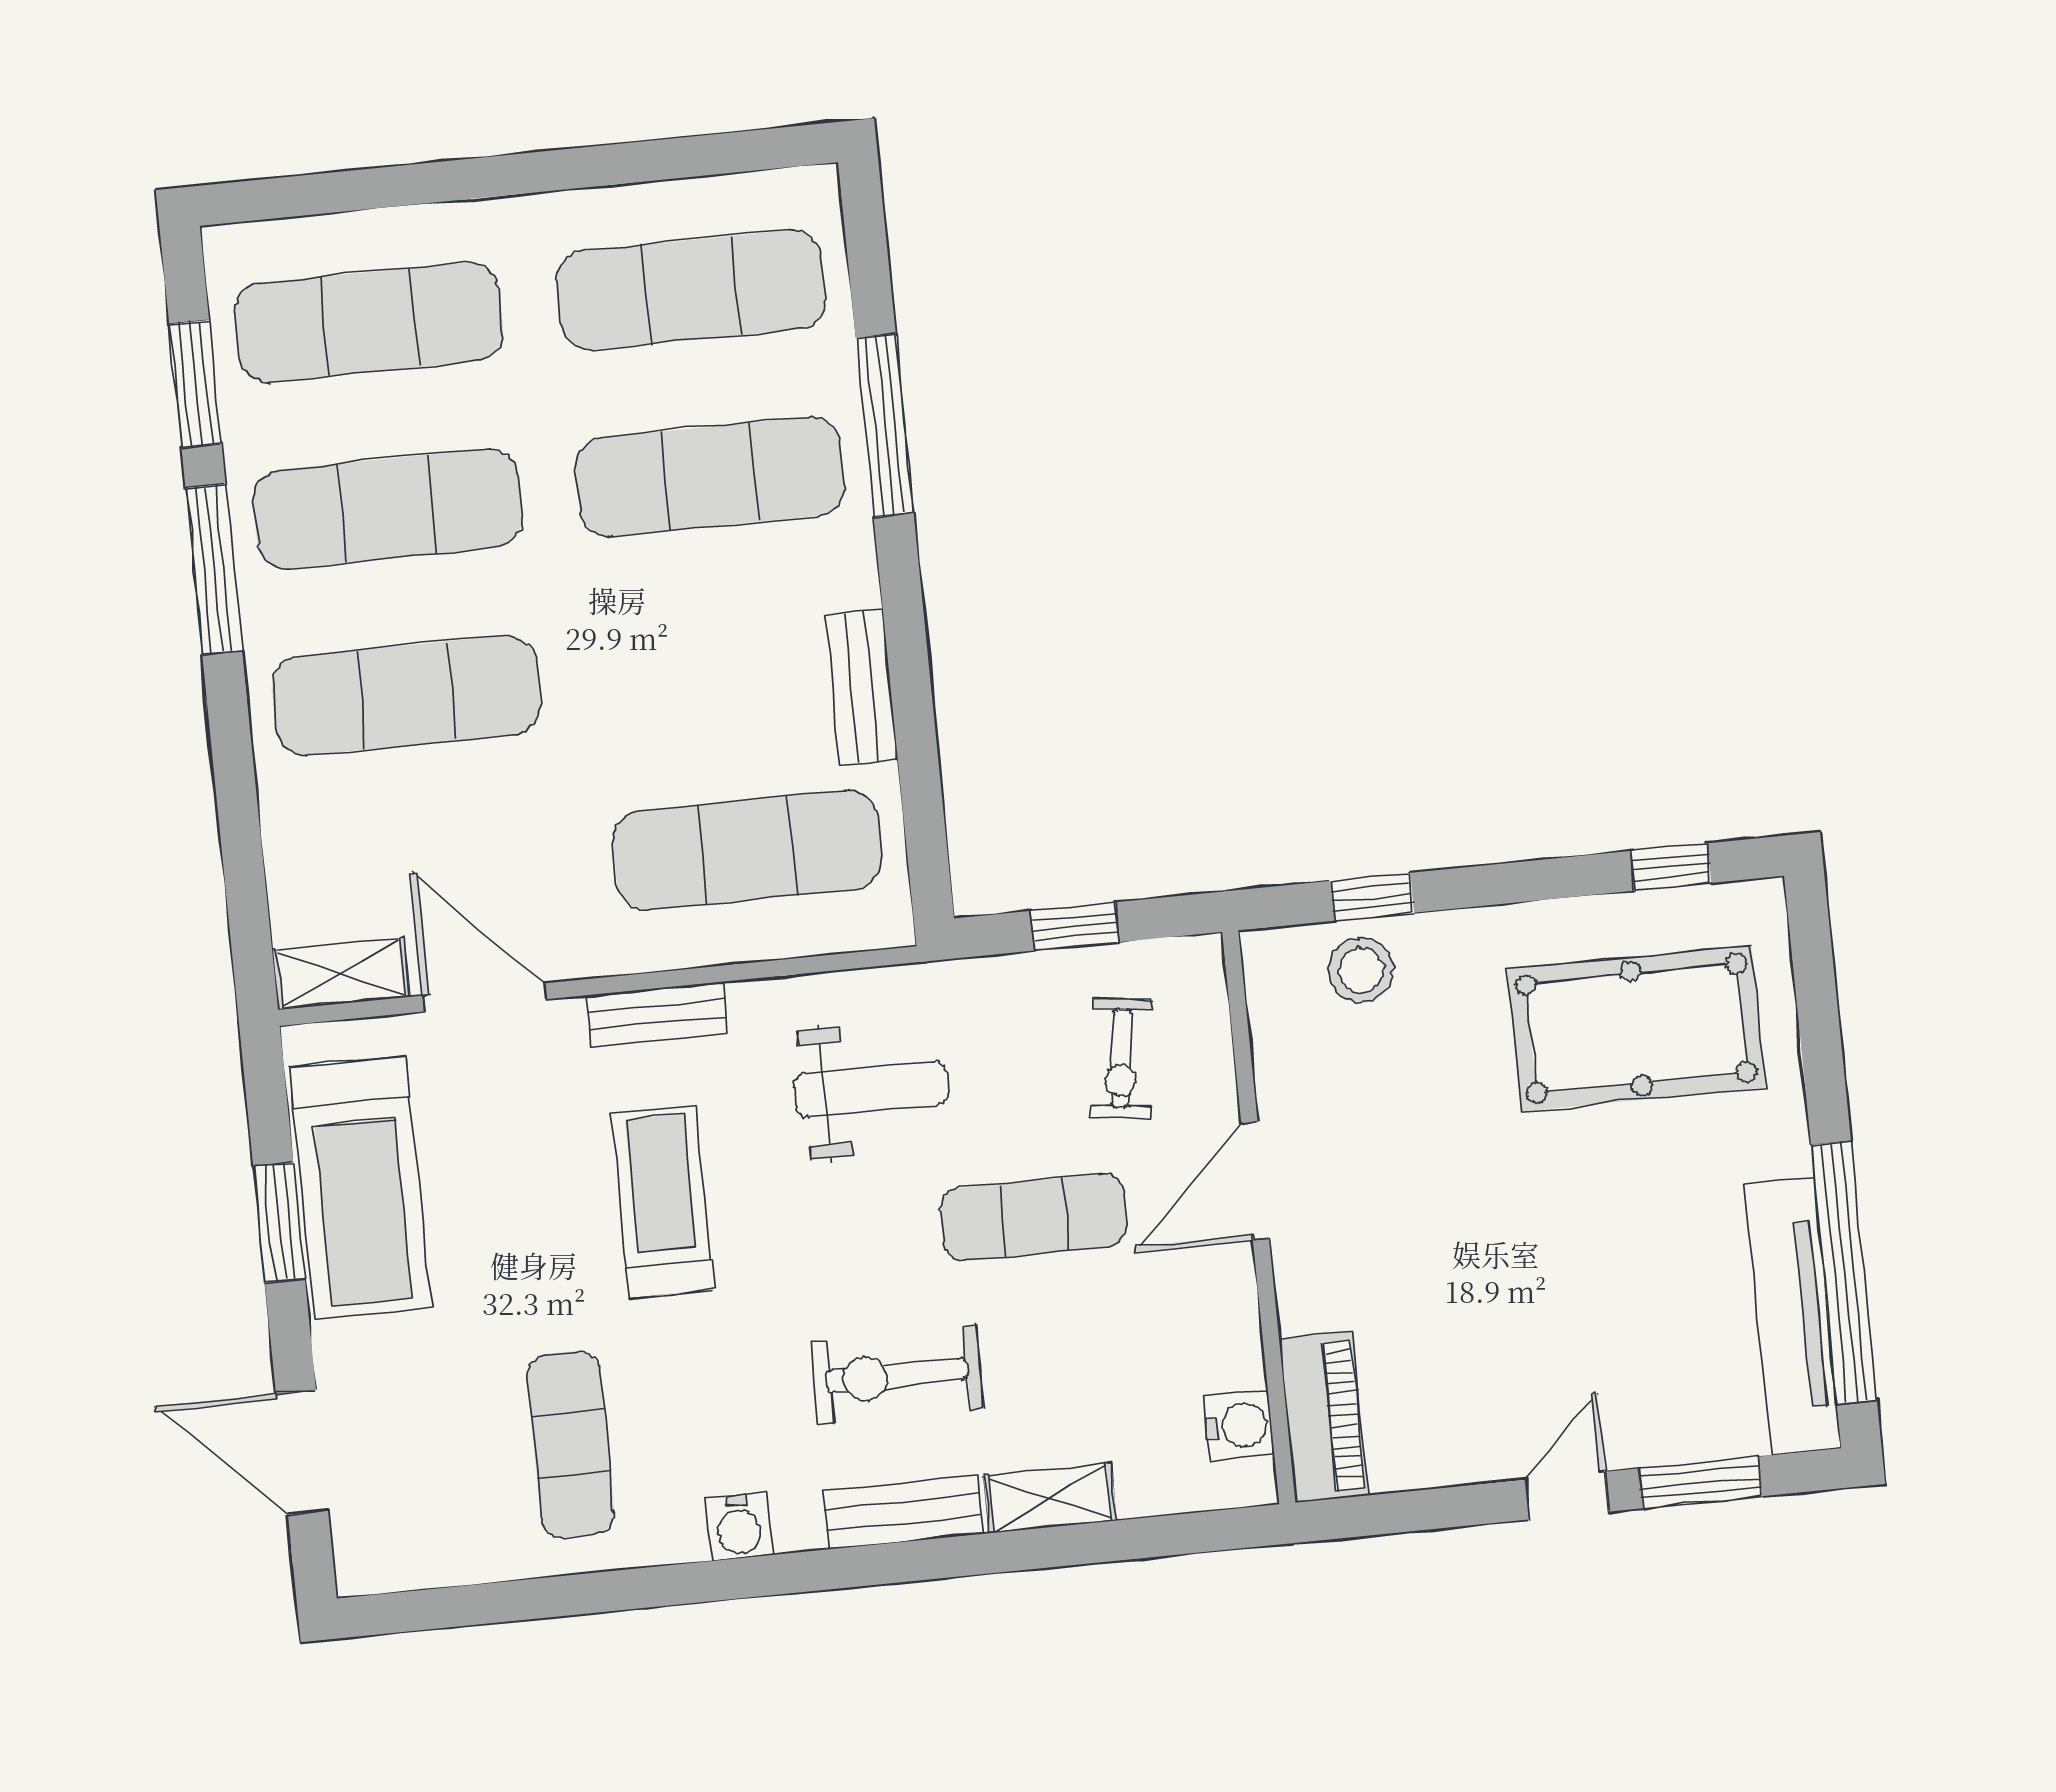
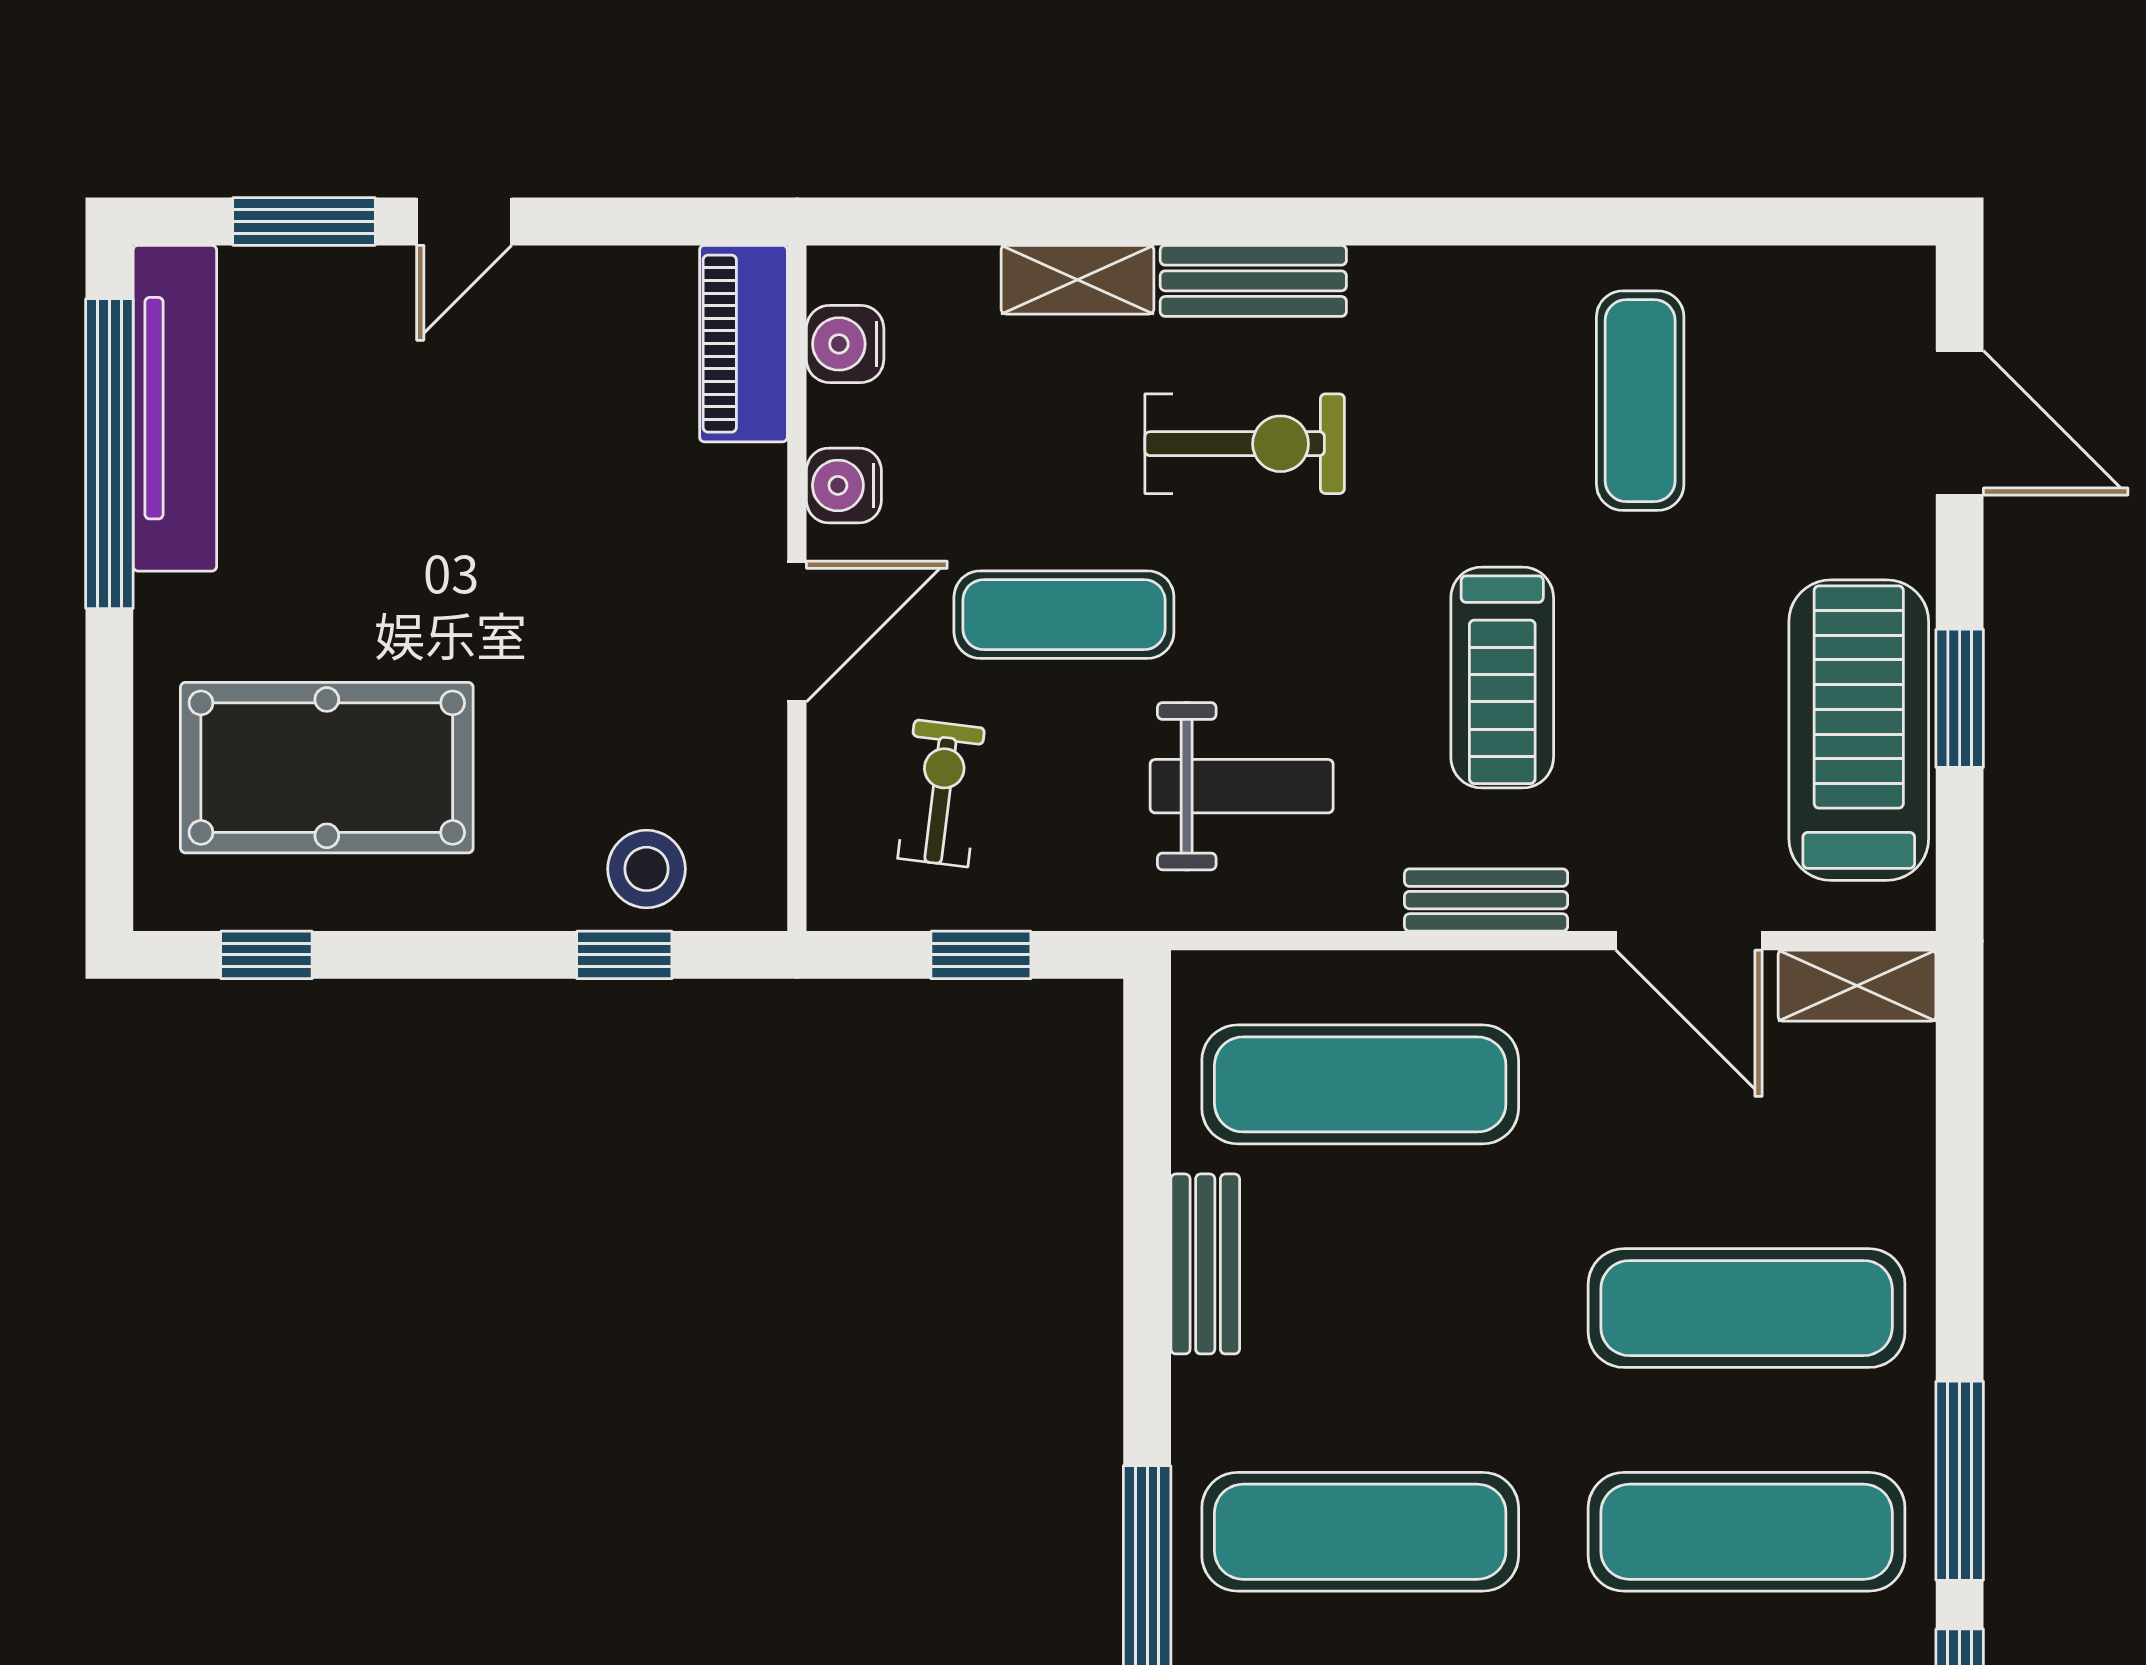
weight bench: (871, 1089) -> (1242, 786), turned 180
water cooler: (739, 1527) -> (844, 485), moved, turned -90

